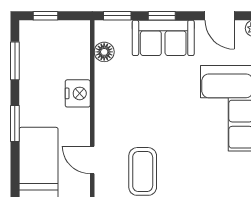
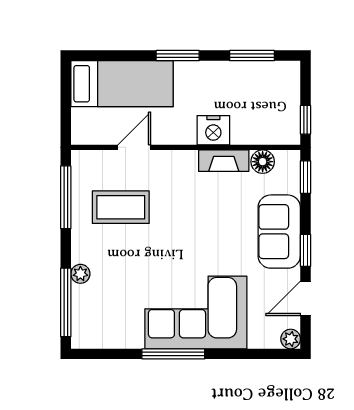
window: (45, 16) -> (305, 120), moved
window: (162, 16) -> (305, 250), moved
fireplace: (103, 85) -> (224, 161), added

